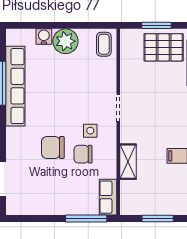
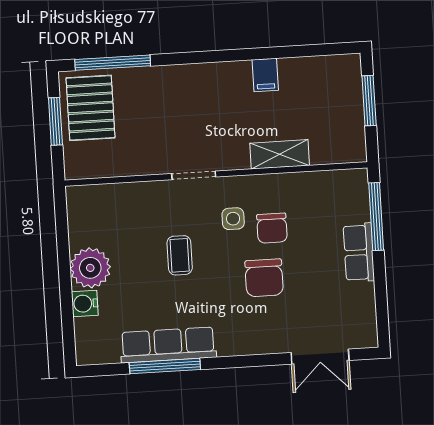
coffee table: (104, 44) -> (180, 255), moved, turned 90
row of seats: (15, 86) -> (168, 345), width x0.73
row of seats: (108, 197) -> (359, 252), moved, turned 90

